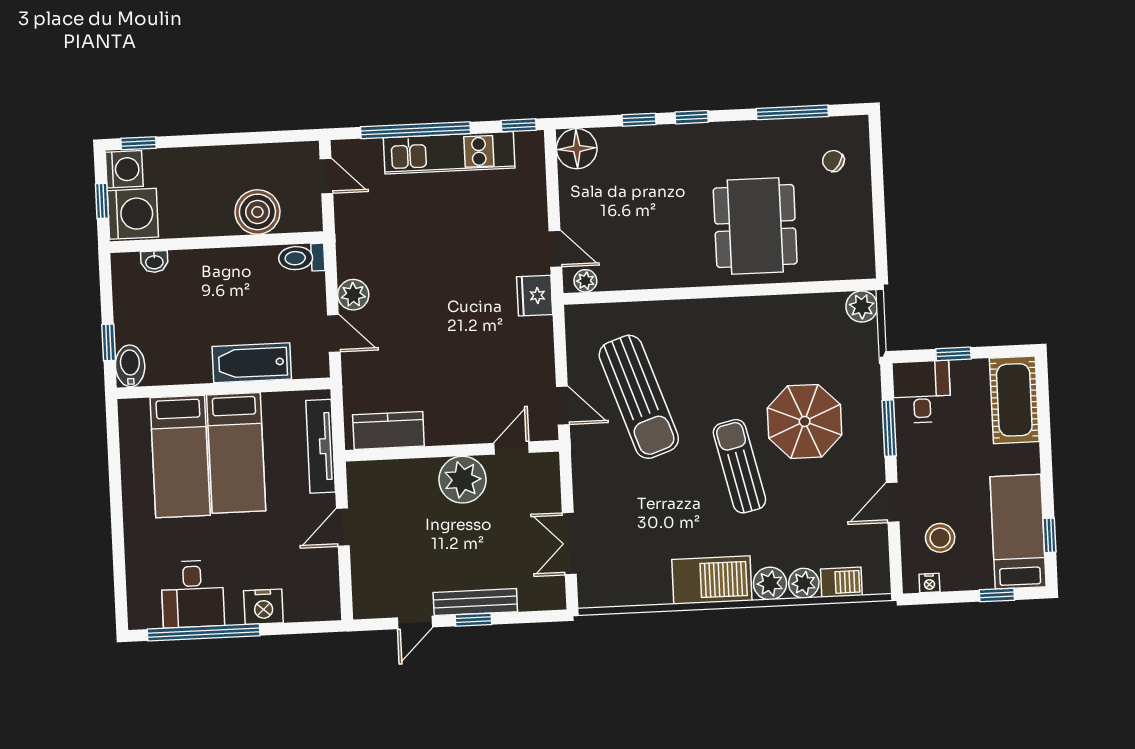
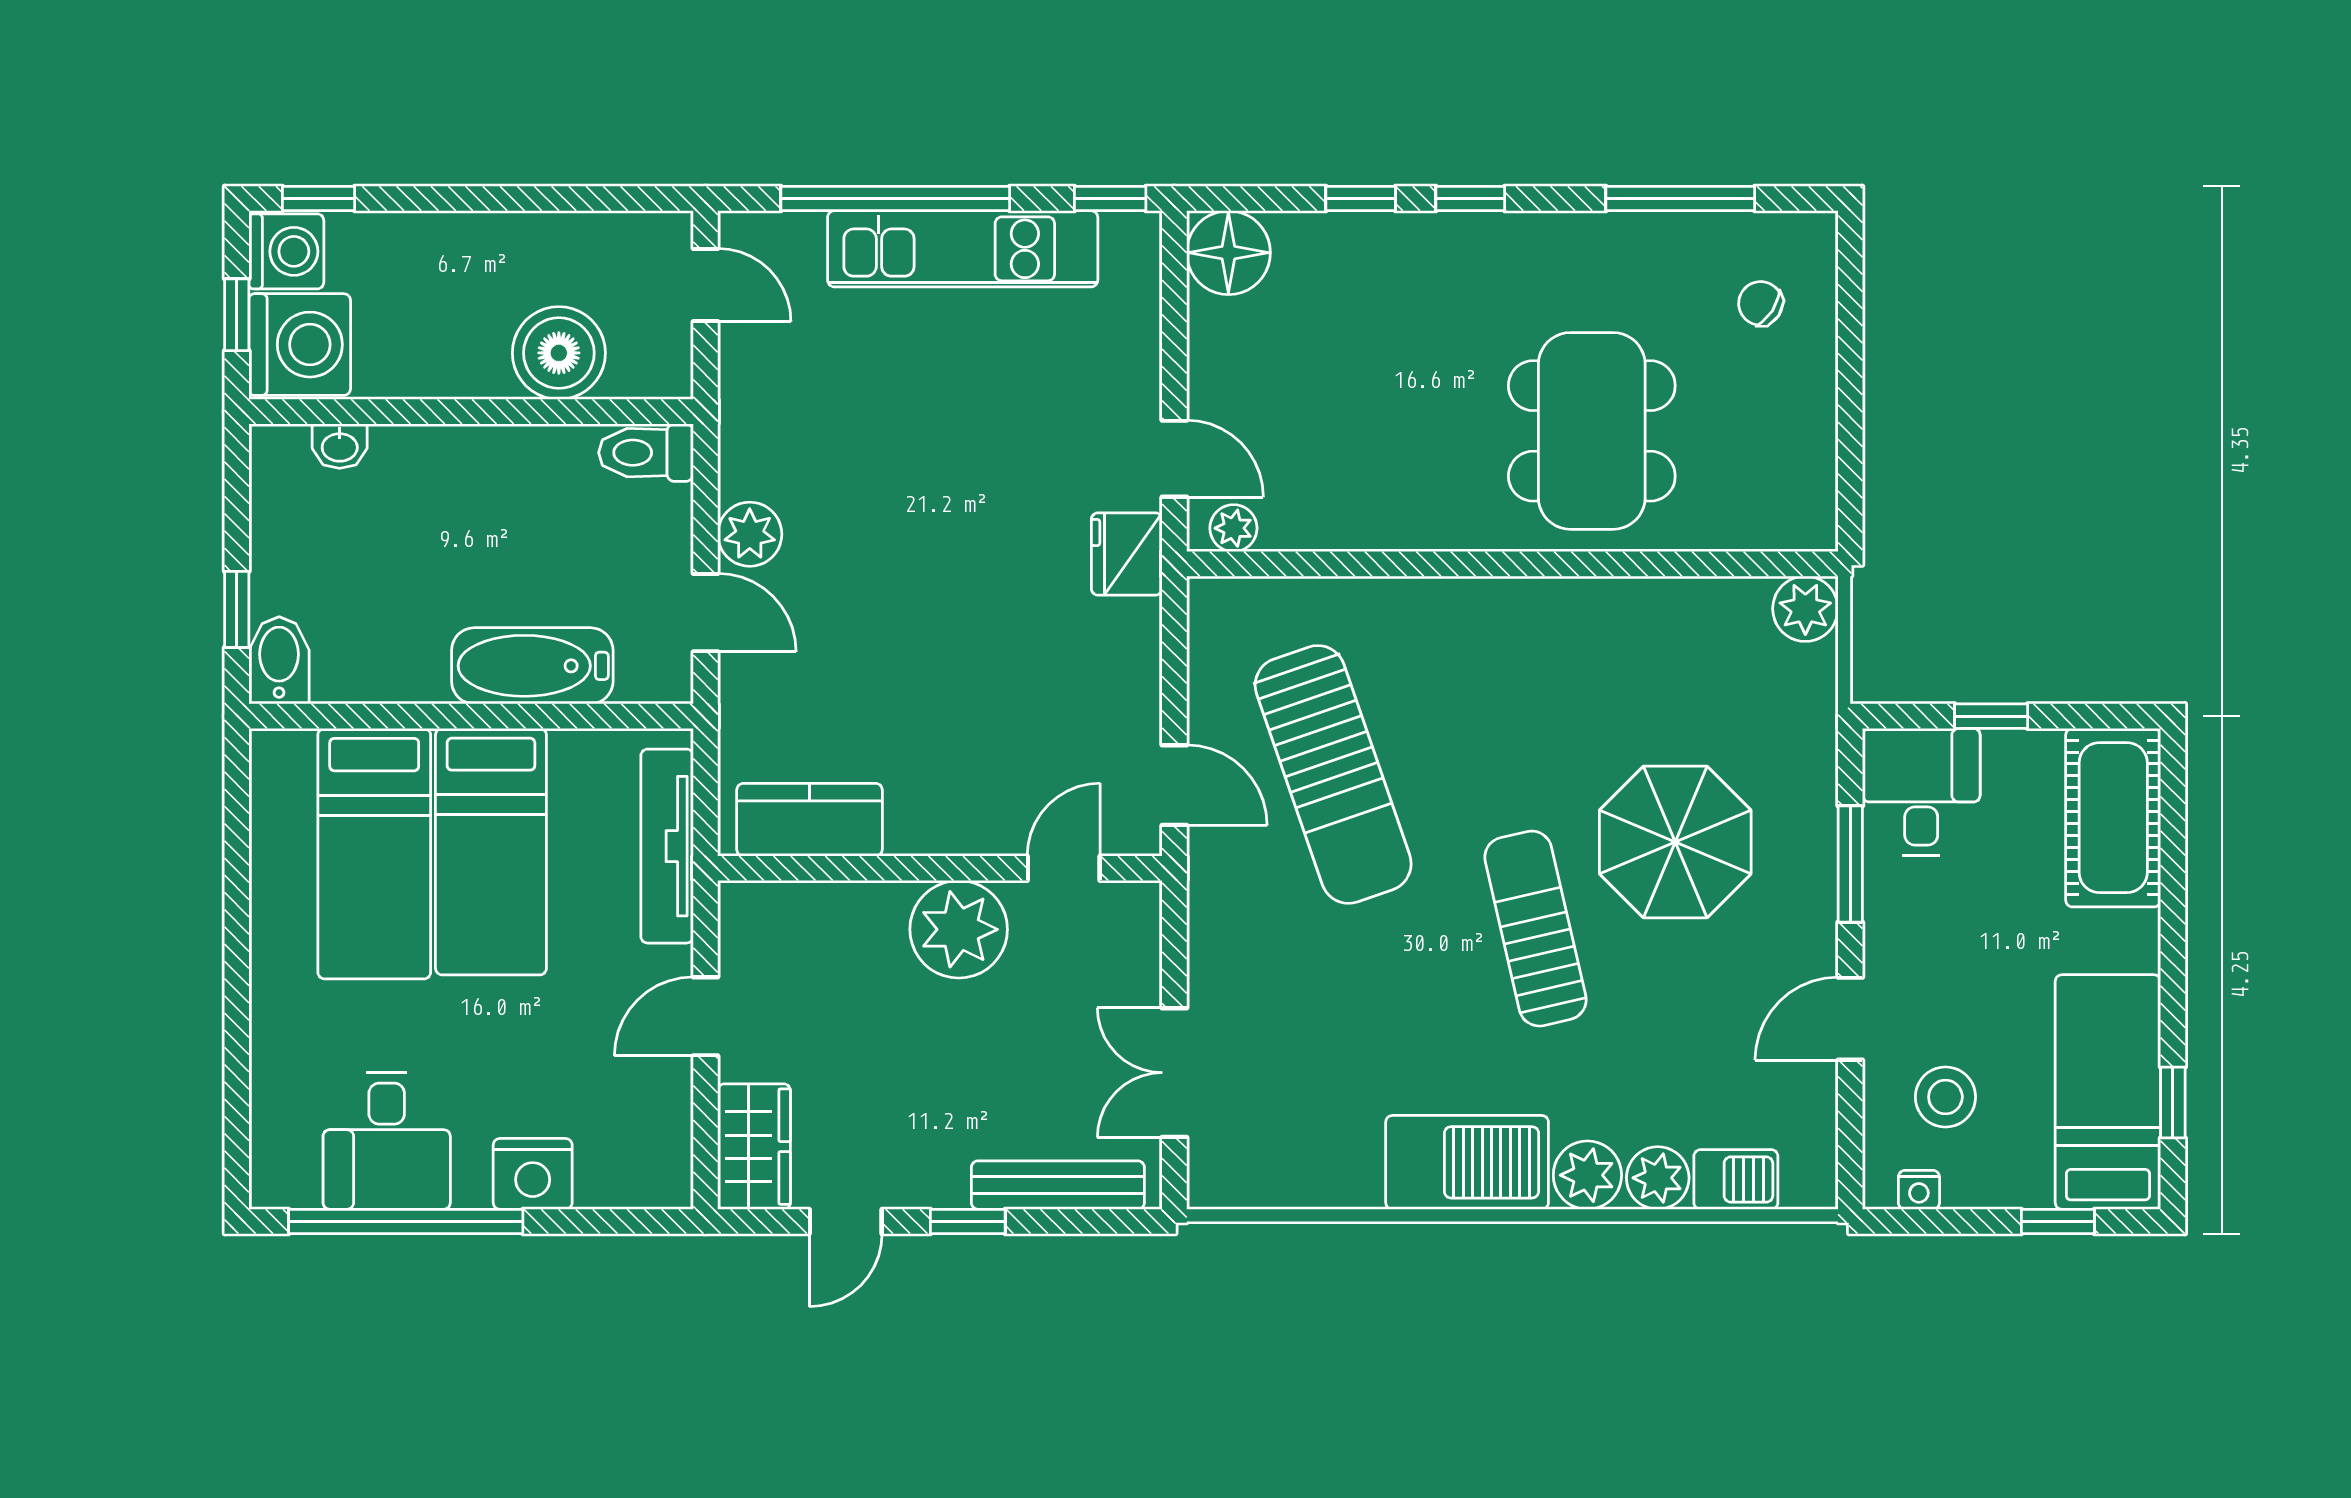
wardrobe: (369, 589) -> (754, 1147), added
bench: (475, 602) -> (1058, 1185), moved

